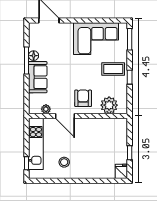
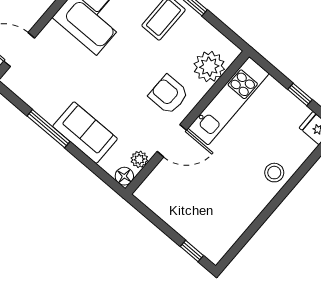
floor lamp: (34, 56) -> (124, 176), moved
kitchen unit: (36, 144) -> (229, 101), moved, turned 90
stool: (64, 162) -> (274, 173), moved

